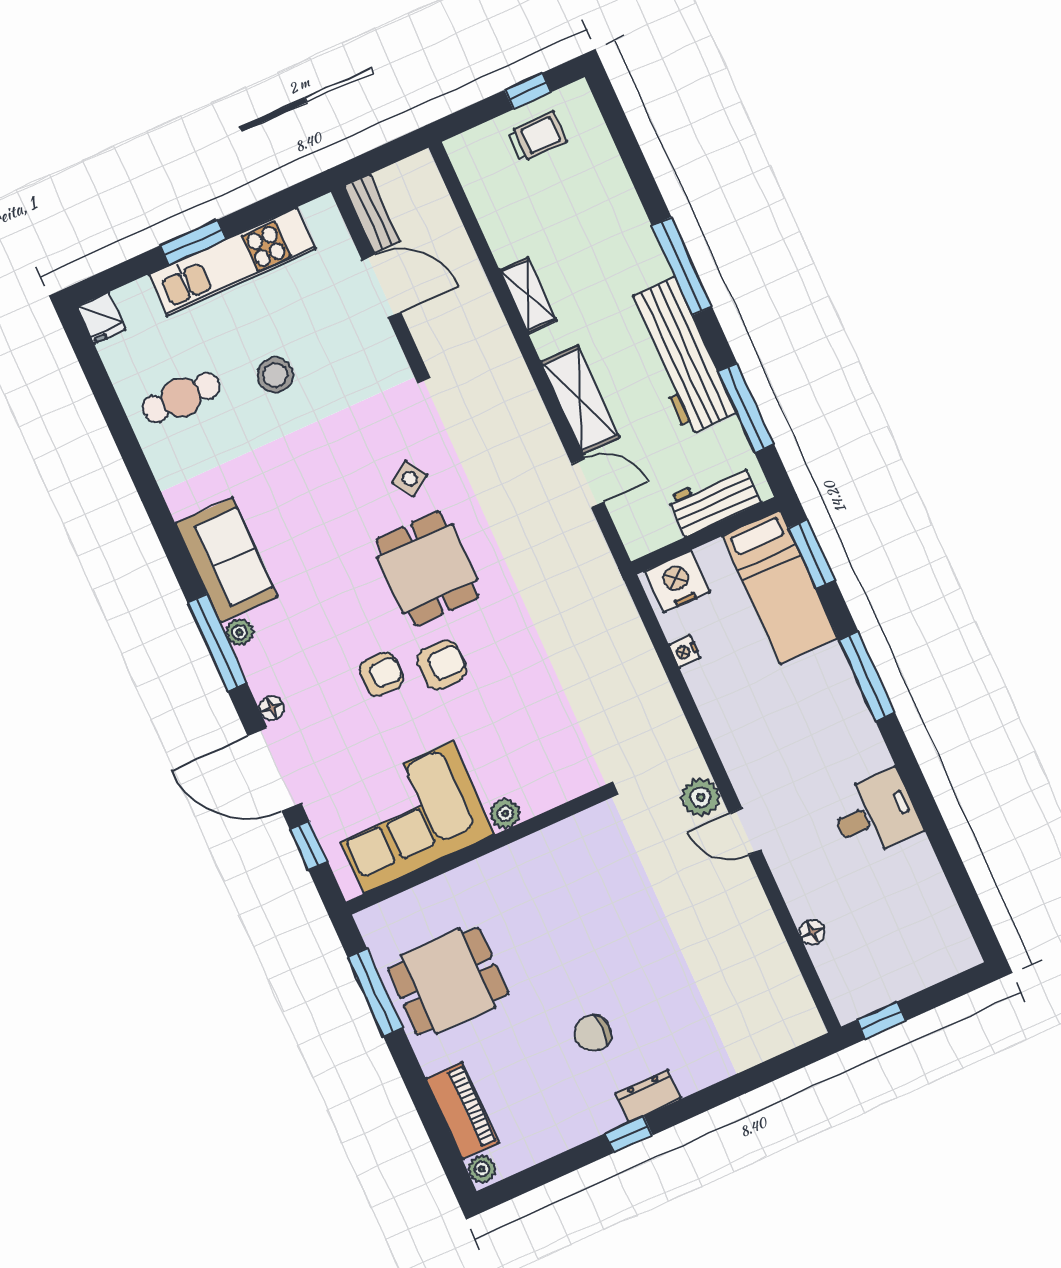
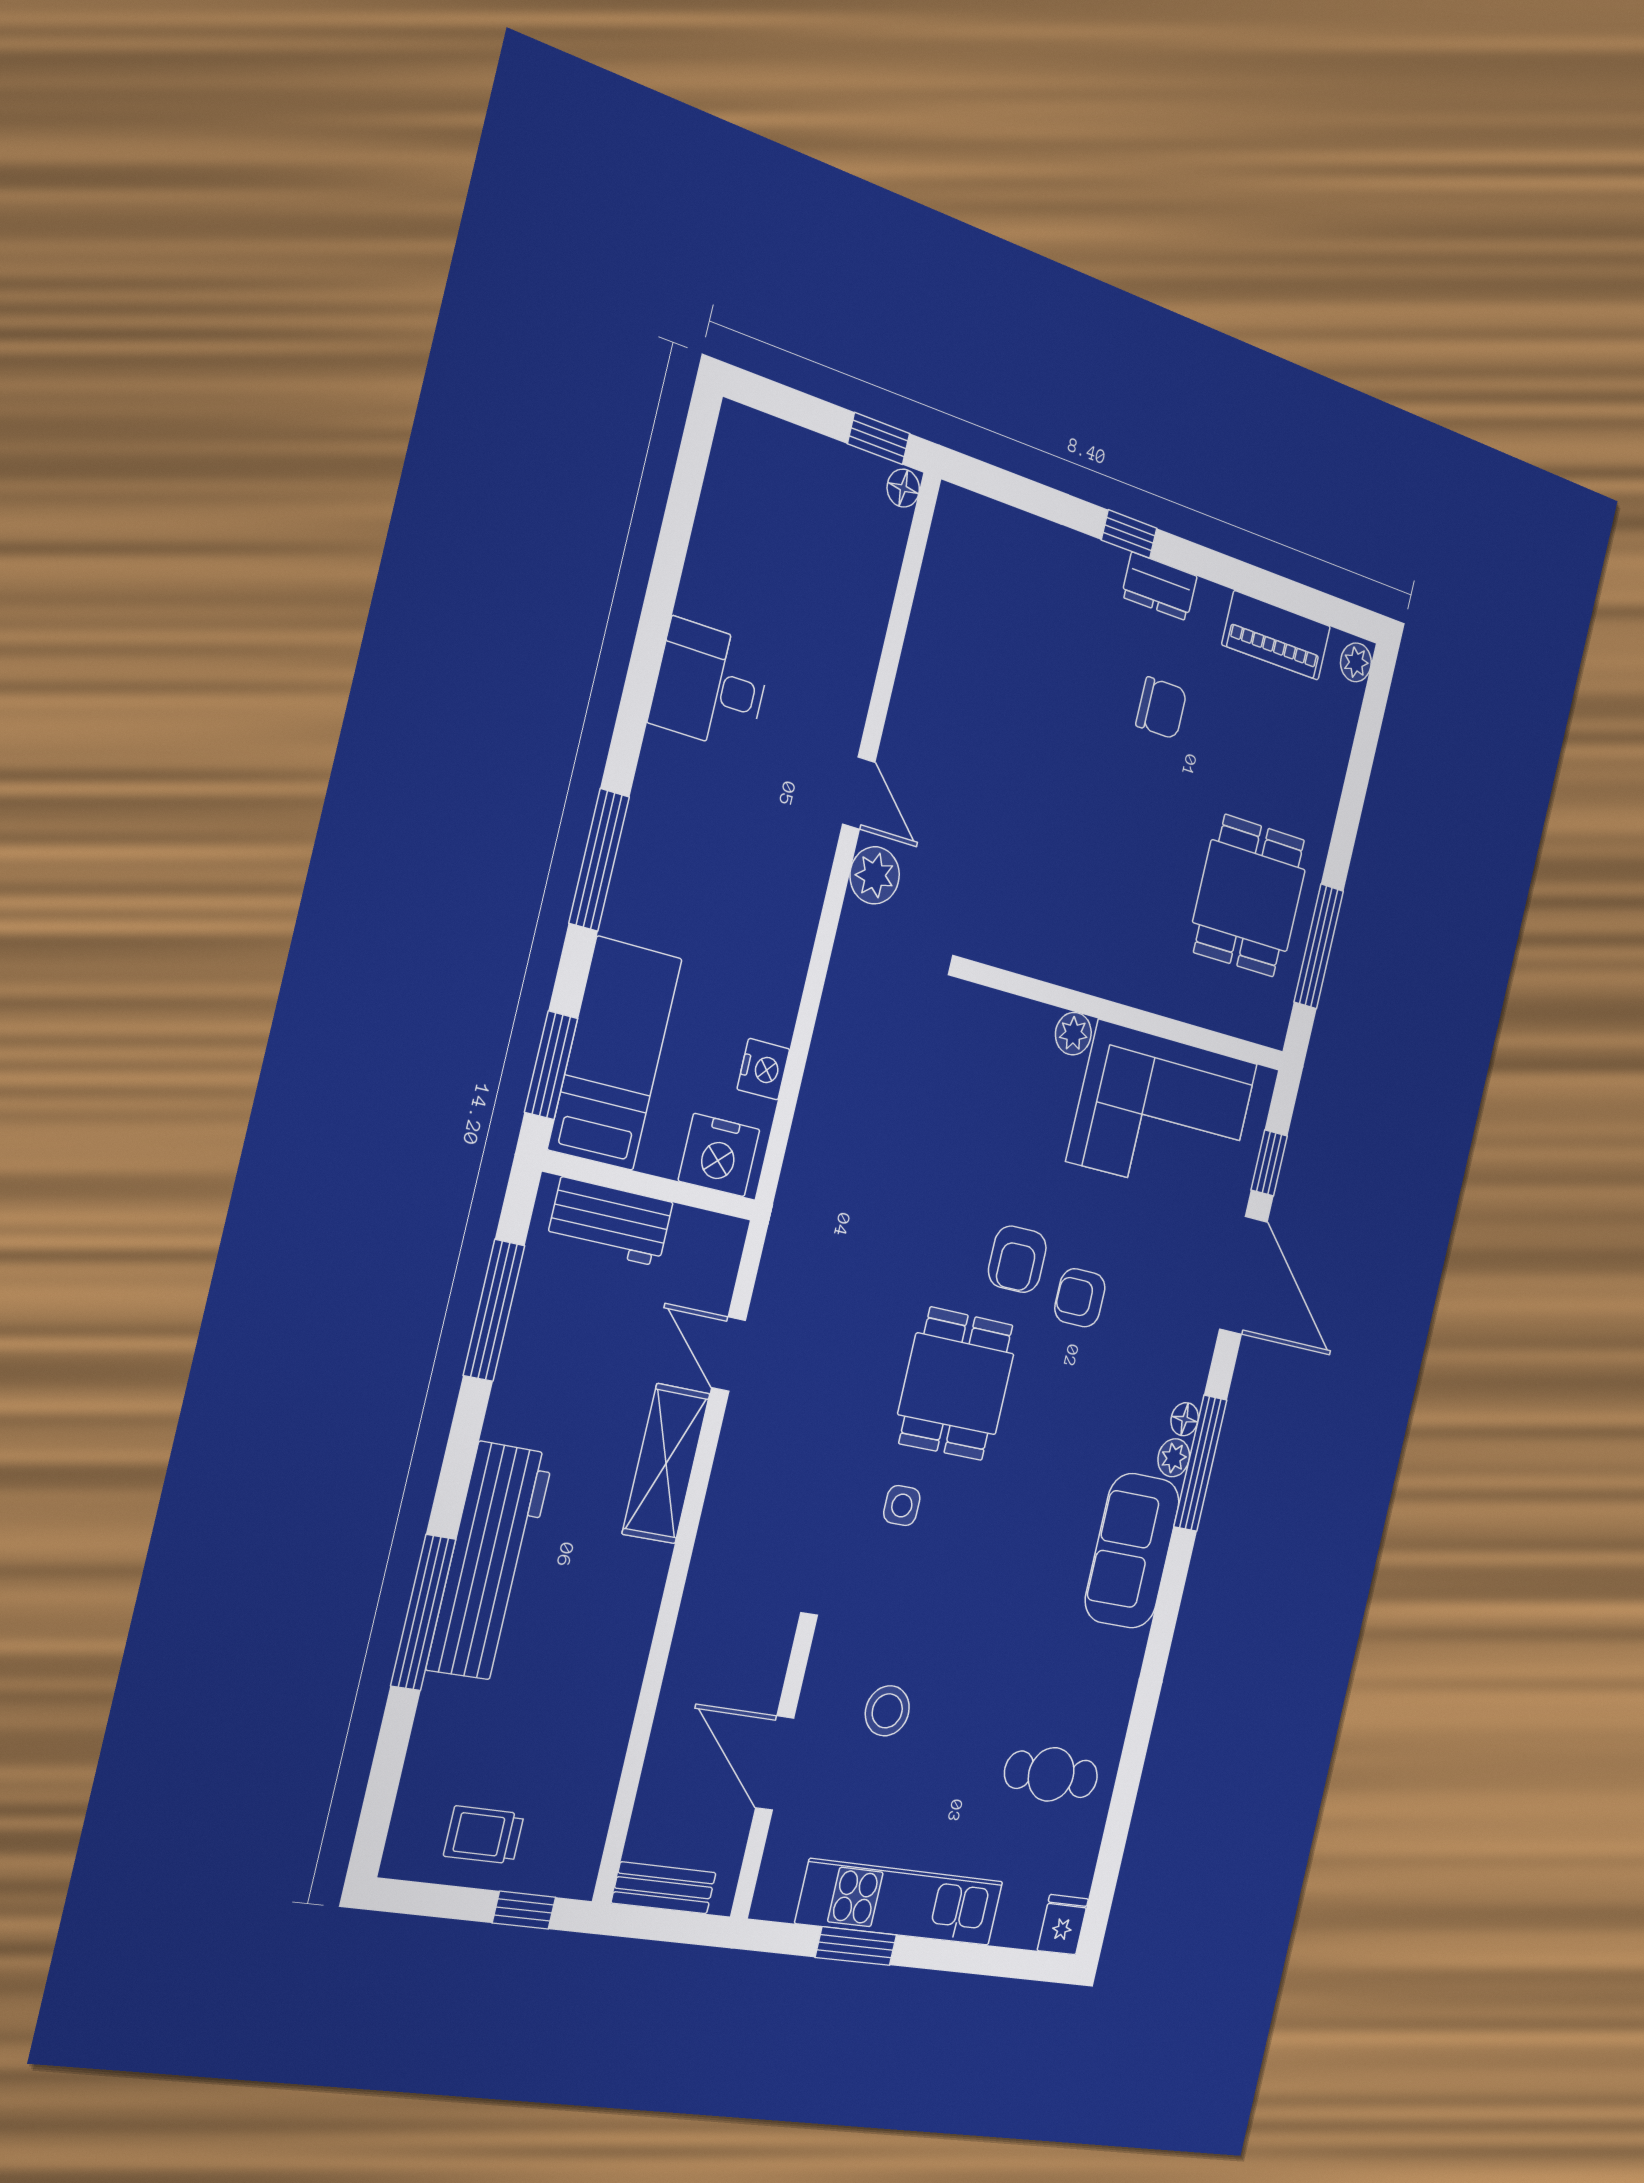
window: (528, 91) -> (524, 1910), moved
bench: (372, 214) -> (664, 1888), moved, turned 90
window: (193, 242) -> (856, 1946), moved
window: (682, 266) -> (423, 1612), moved
shelving: (528, 295) -> (632, 1638), removed
workbench: (681, 356) -> (490, 1562), moved
stool: (275, 375) -> (887, 1711), moved
side table: (410, 479) -> (902, 1506), turned 34
nightstand: (685, 652) -> (763, 1069), width x1.39, depth x1.35
armchair: (442, 665) -> (1017, 1259), turned -90
floor lamp: (272, 708) -> (1185, 1419), moved
floor lamp: (812, 932) -> (903, 488), moved
dining table: (448, 981) -> (1249, 896), turned 90
piano: (462, 1111) -> (1276, 636), moved, turned -90
window: (629, 1134) -> (1129, 534), moved

